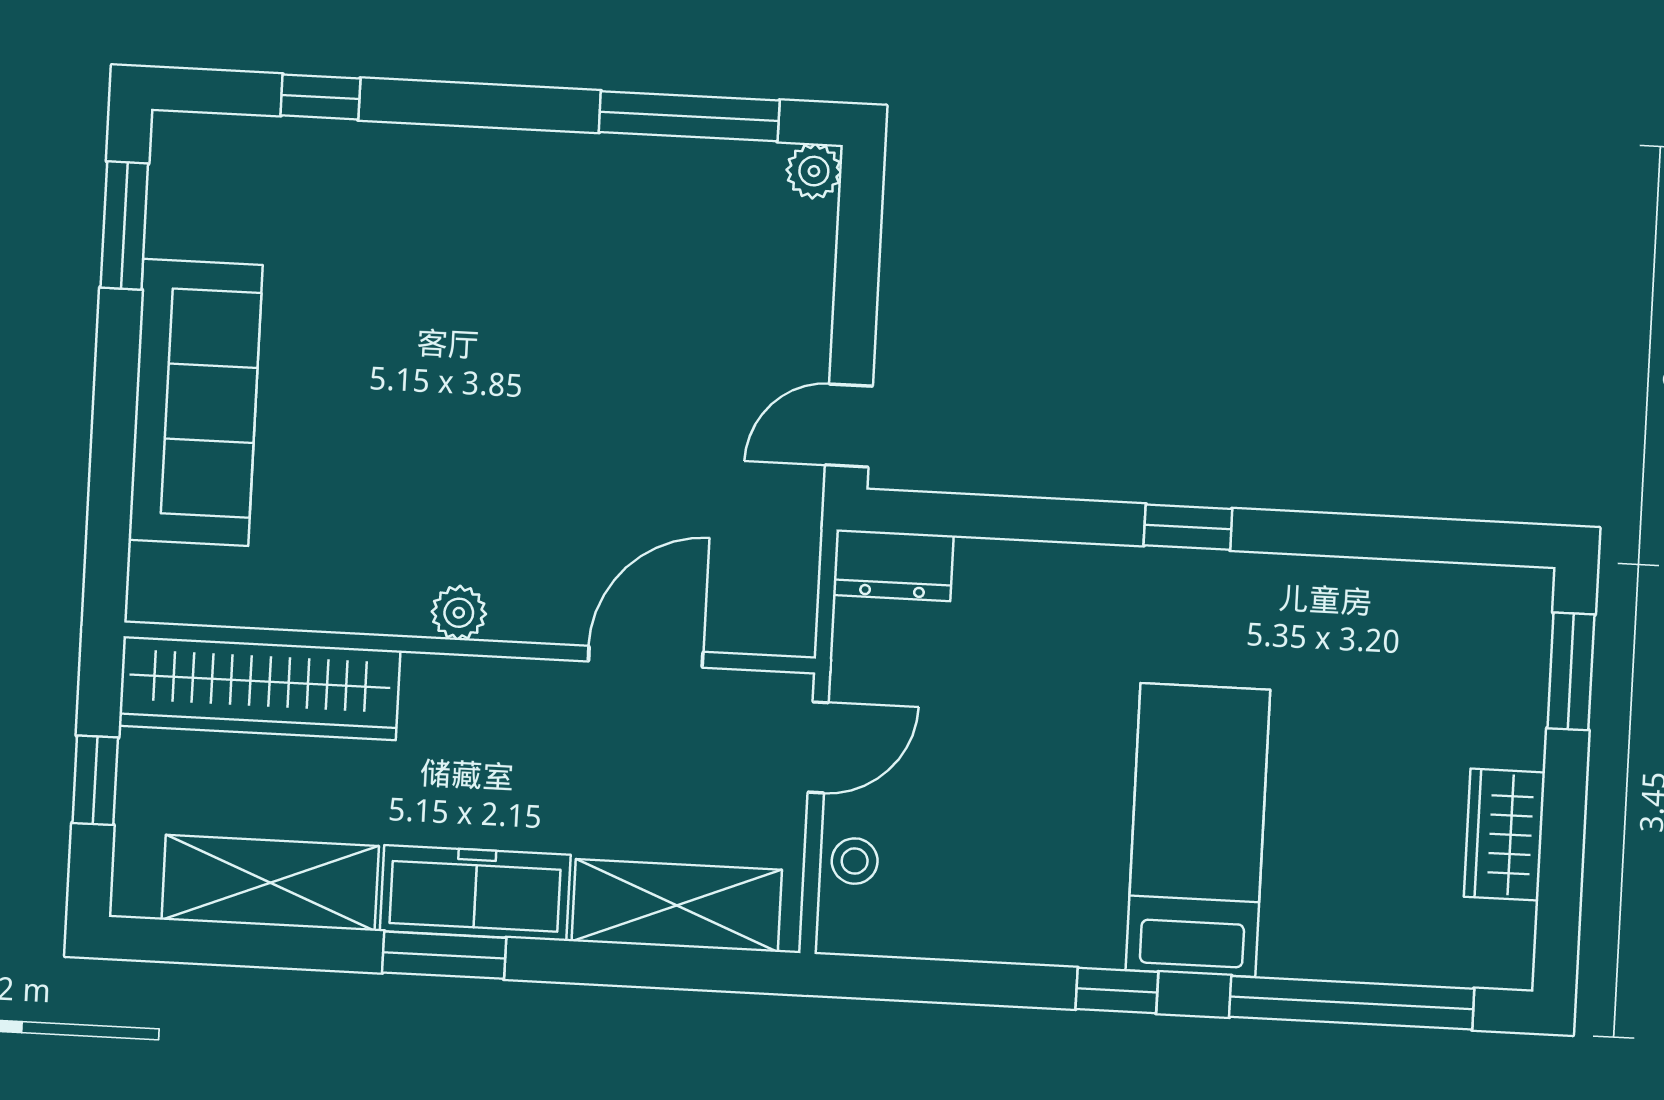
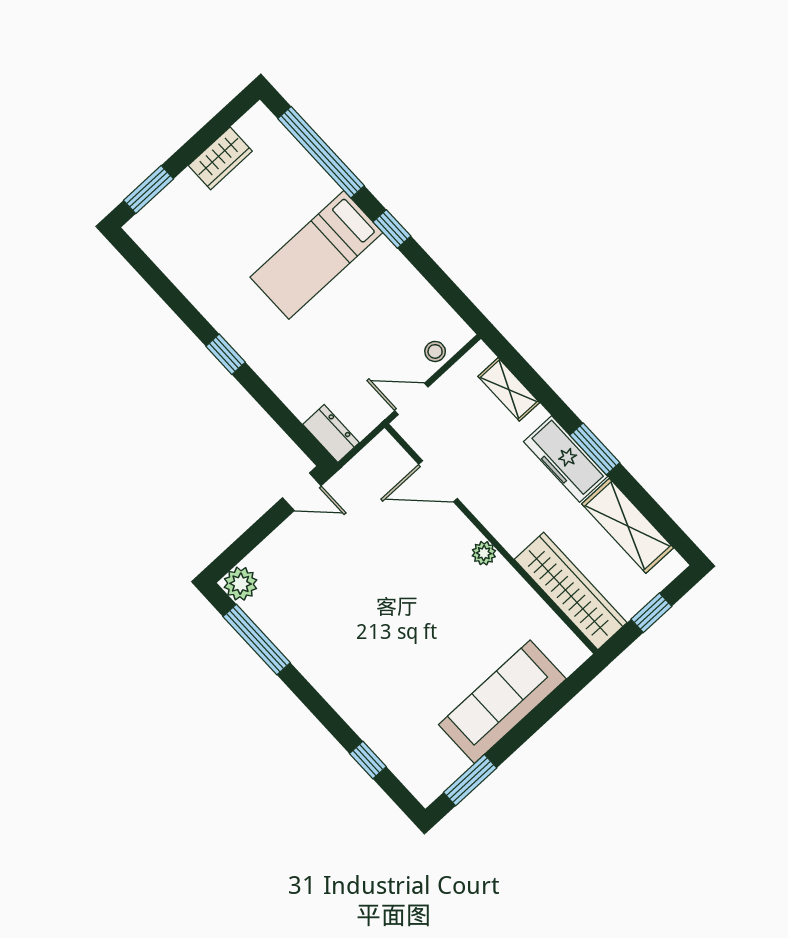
plant: (814, 171) -> (240, 584), width x1.38, depth x1.38
shelving: (677, 905) -> (509, 389), width x0.67, depth x0.75

